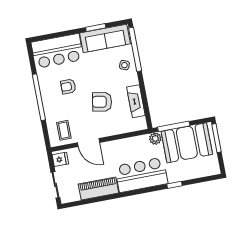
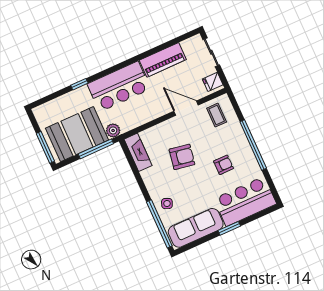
window: (96, 27) -> (229, 228), moved
fireplace: (136, 101) -> (138, 152), moved

